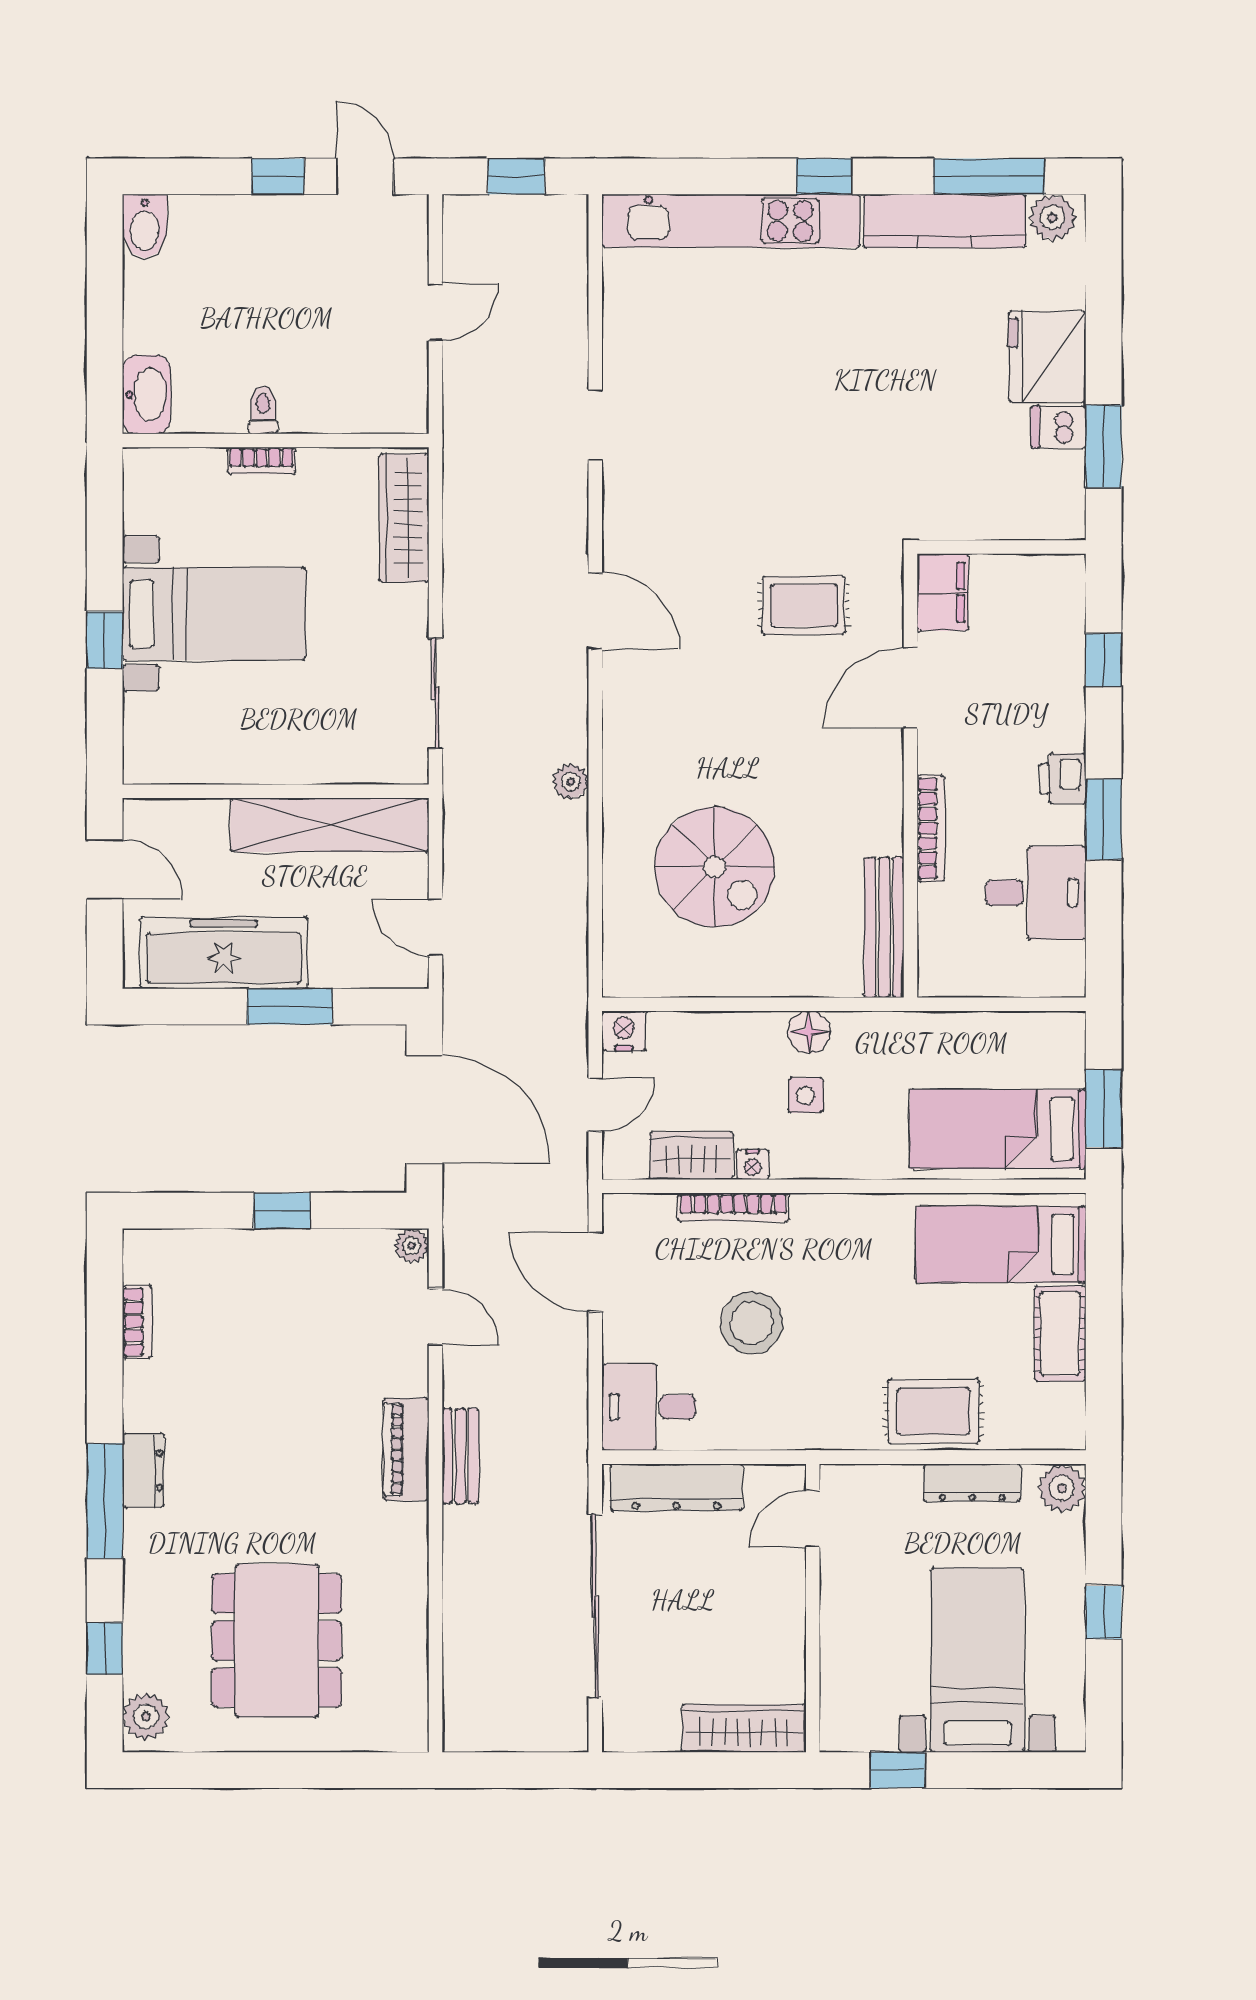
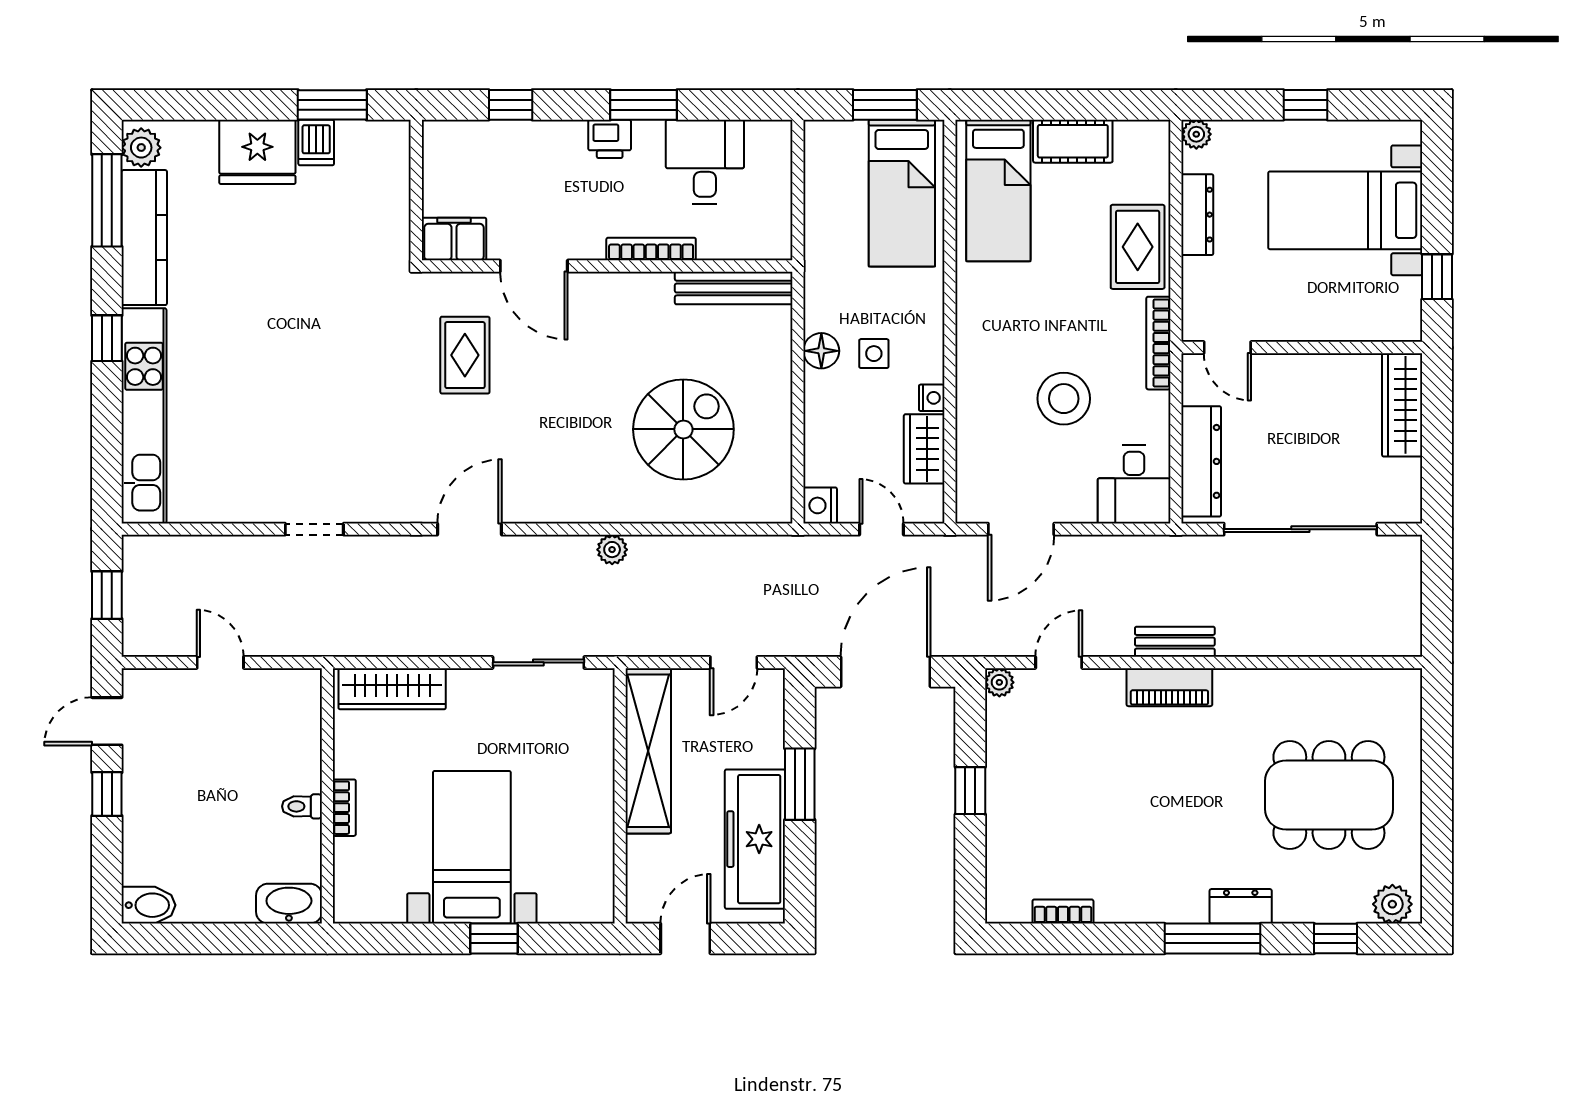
bookcase: (733, 1207) -> (1158, 343), moved, turned 180
dresser: (143, 1470) -> (1241, 906), moved
plant: (1062, 1488) -> (1196, 134), width x0.73, depth x0.73

